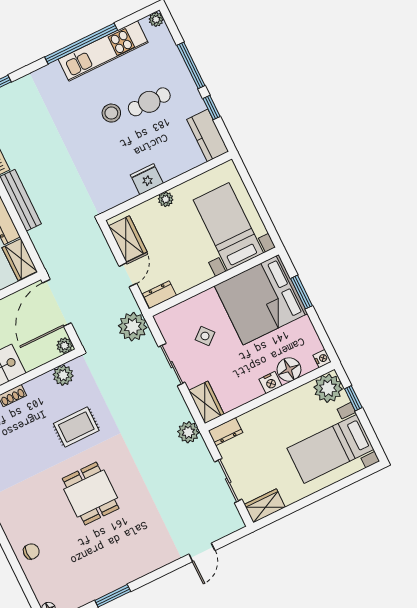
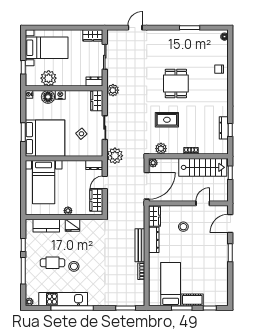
kitchen counter: (208, 135) -> (46, 226), moved, turned 90
plant: (328, 388) -> (49, 78), moved

